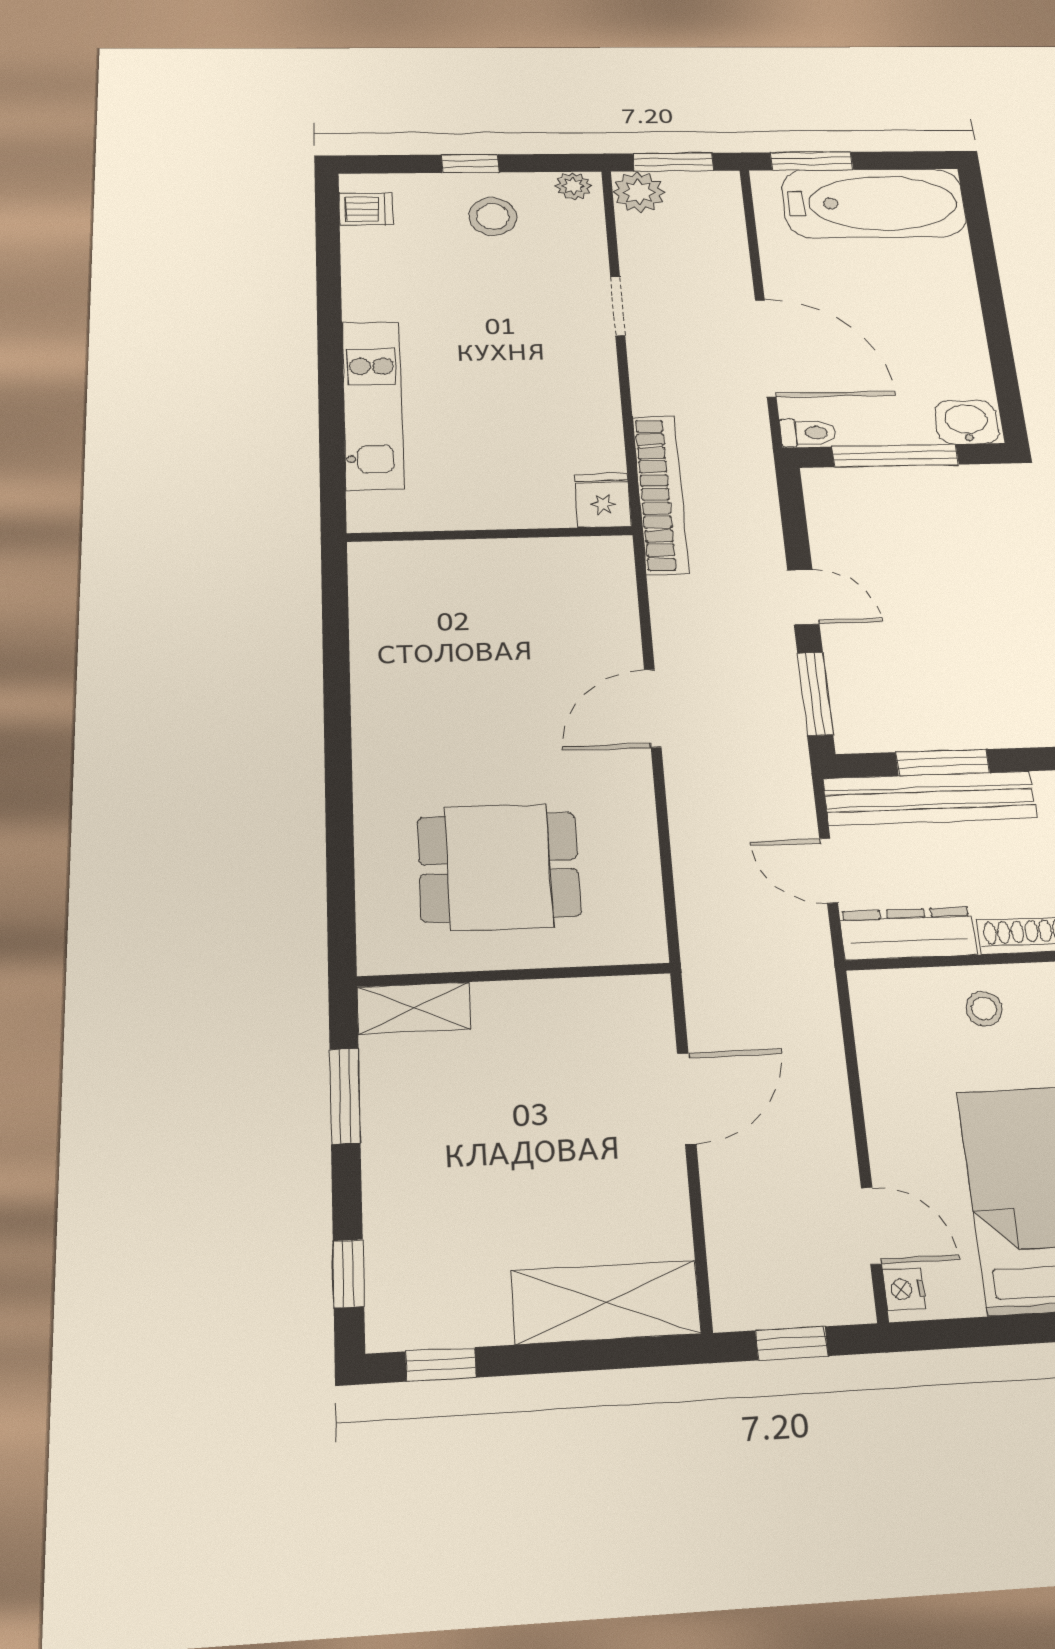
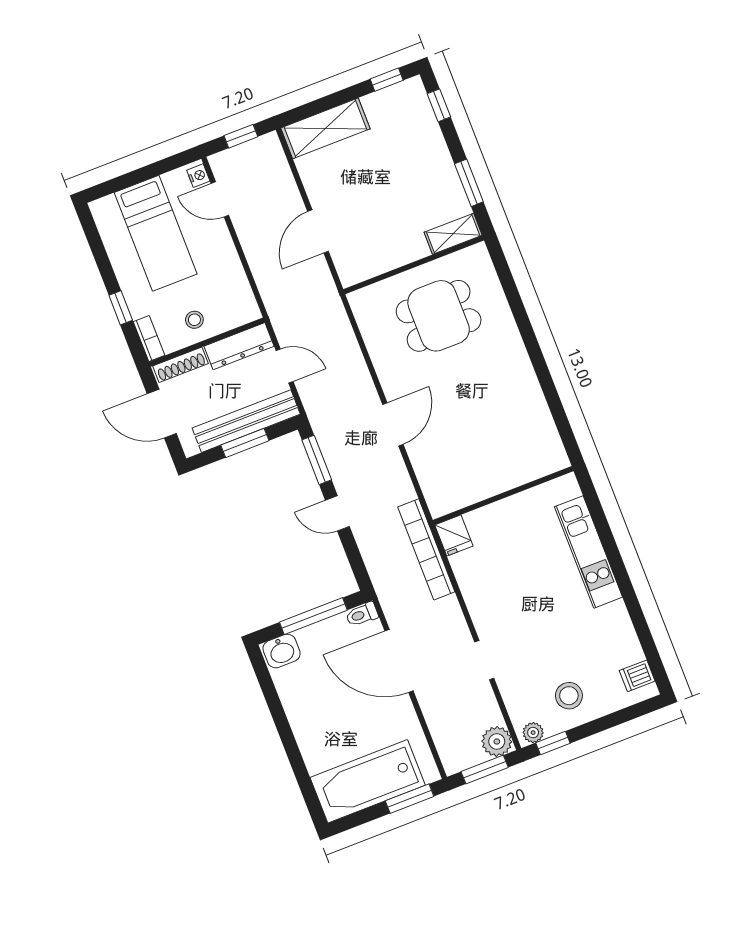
window: (470, 164) -> (553, 743), moved

